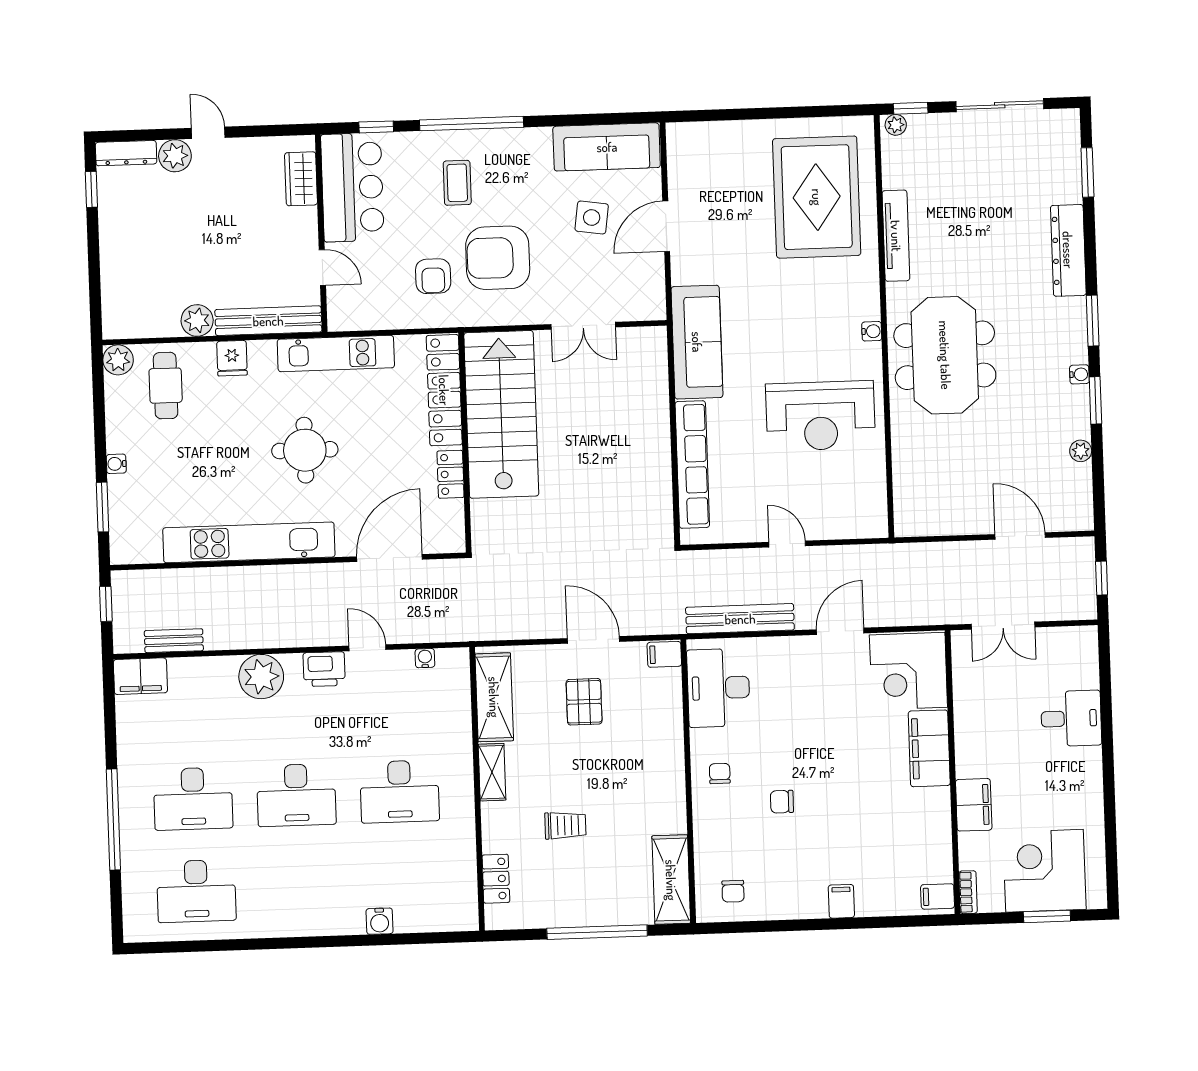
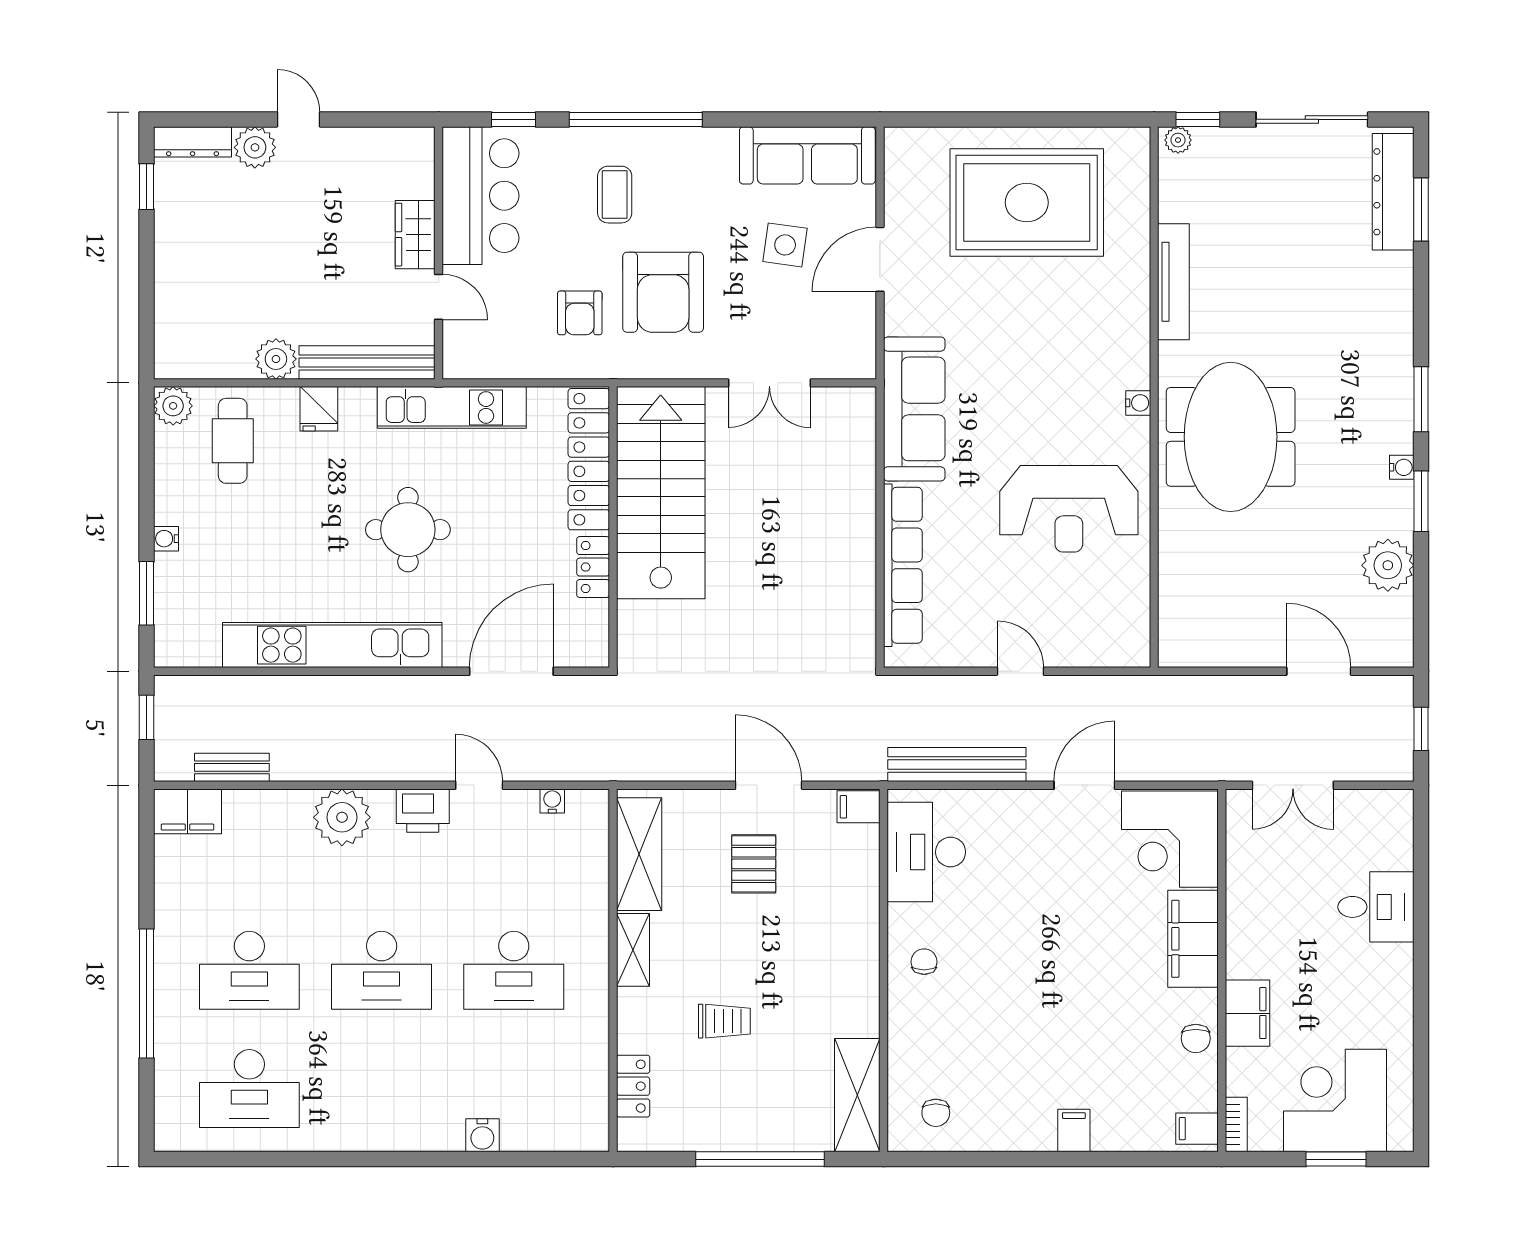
wardrobe: (301, 179) -> (415, 235), moved
rug: (817, 197) -> (1027, 203), moved, turned 90
dresser: (1068, 250) -> (1393, 192), moved
armchair: (498, 258) -> (663, 292), turned -90
plant: (1081, 451) -> (1388, 565), width x1.87, depth x1.87
chair: (782, 802) -> (1196, 1038), moved, turned -90

